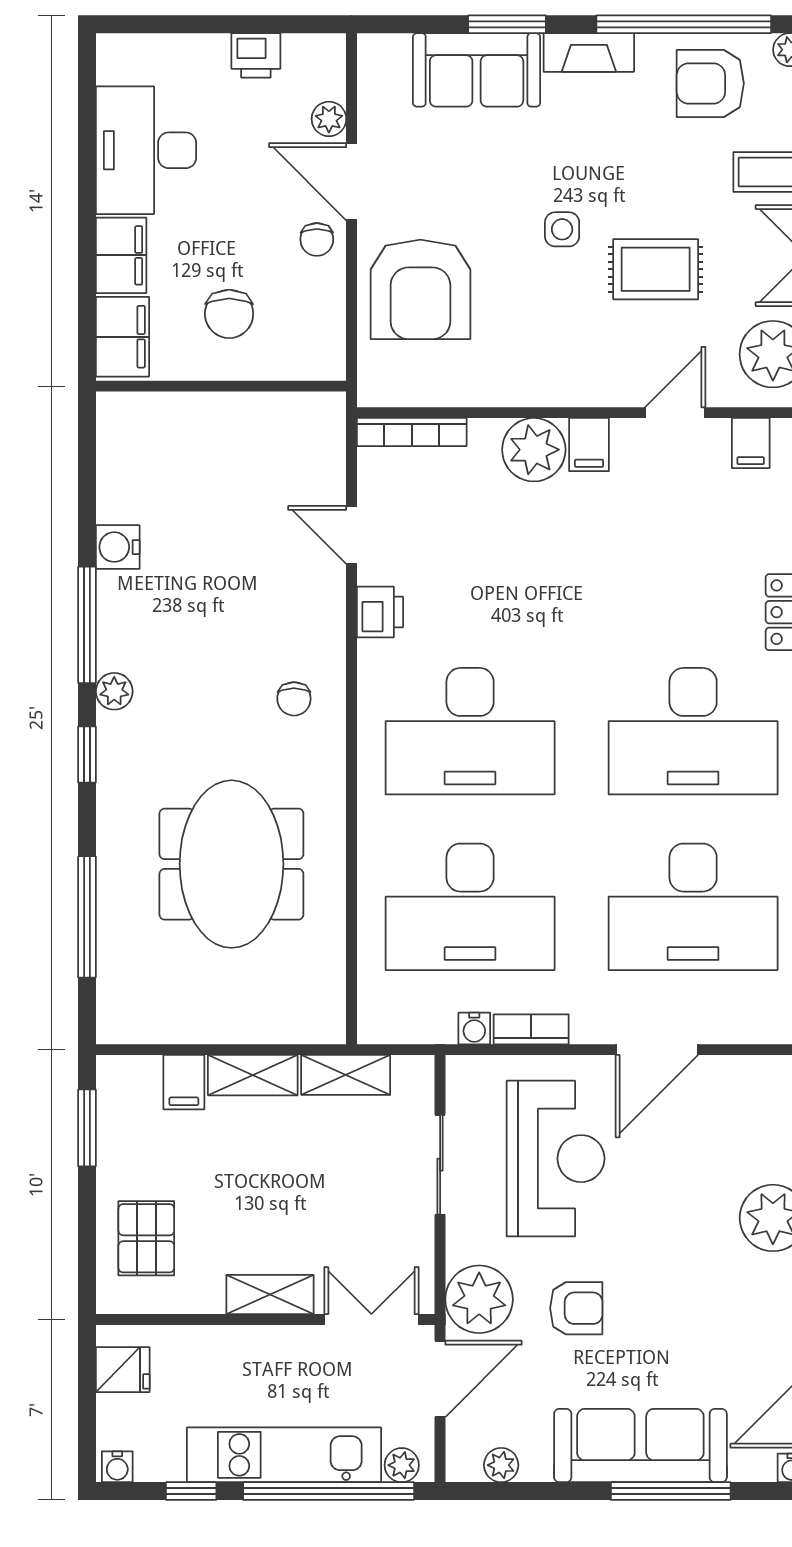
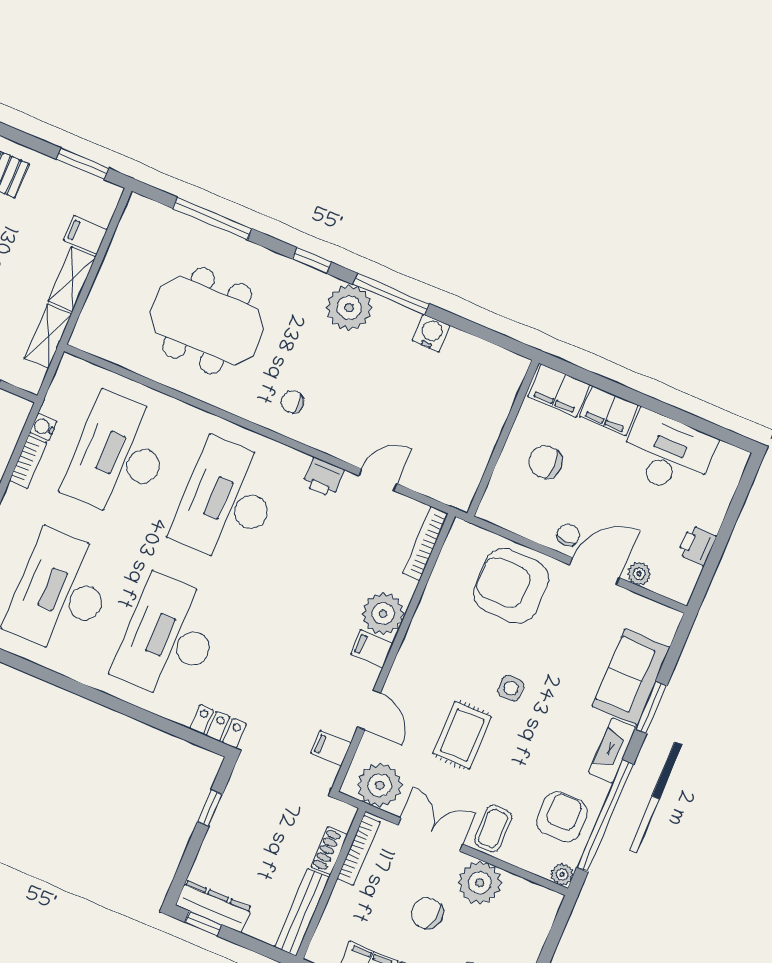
chair: (317, 239) -> (568, 535), turned 90
plant: (114, 691) -> (349, 308), width x1.88, depth x1.88

